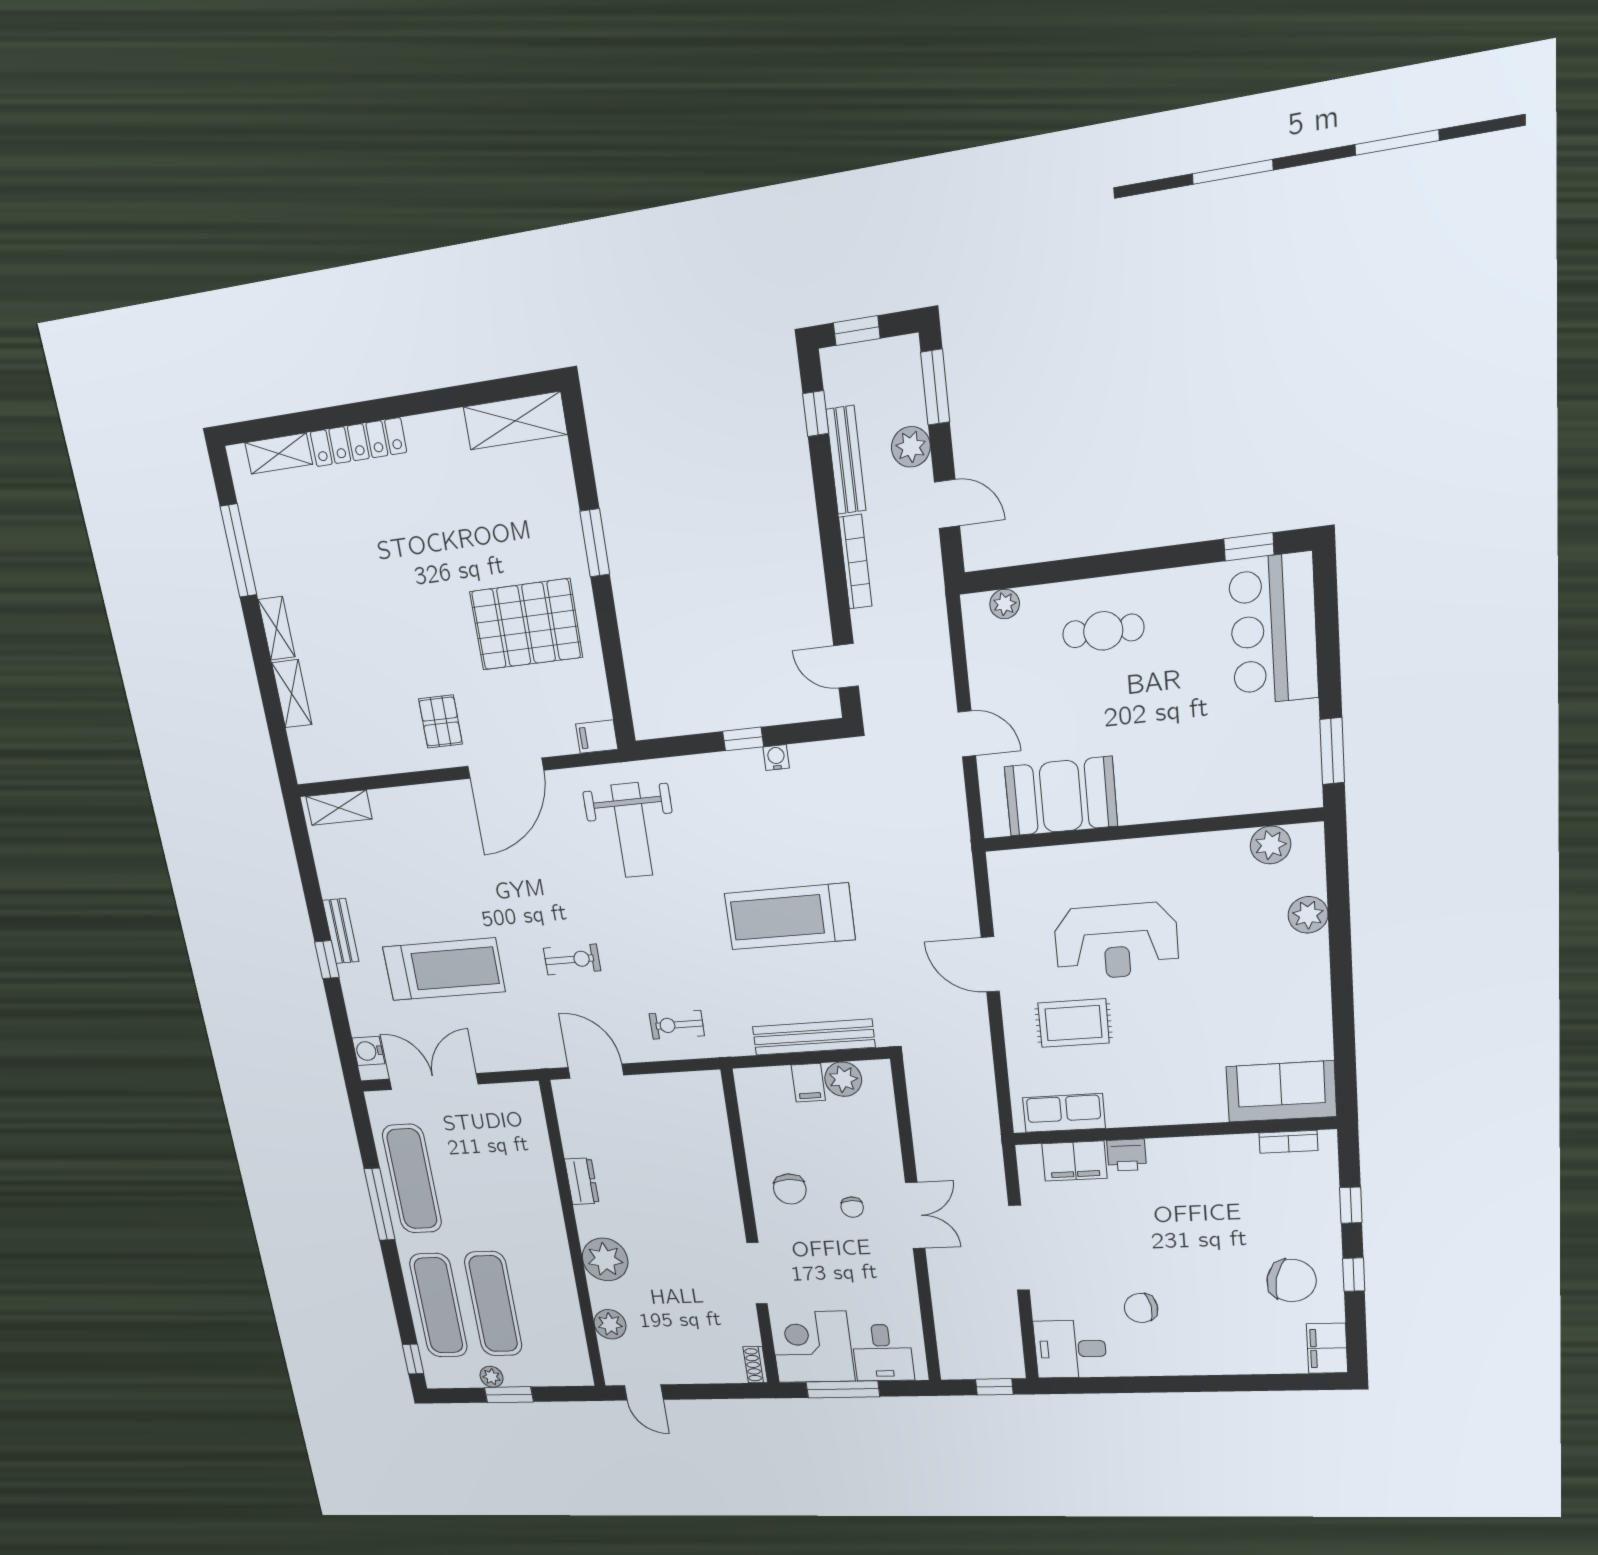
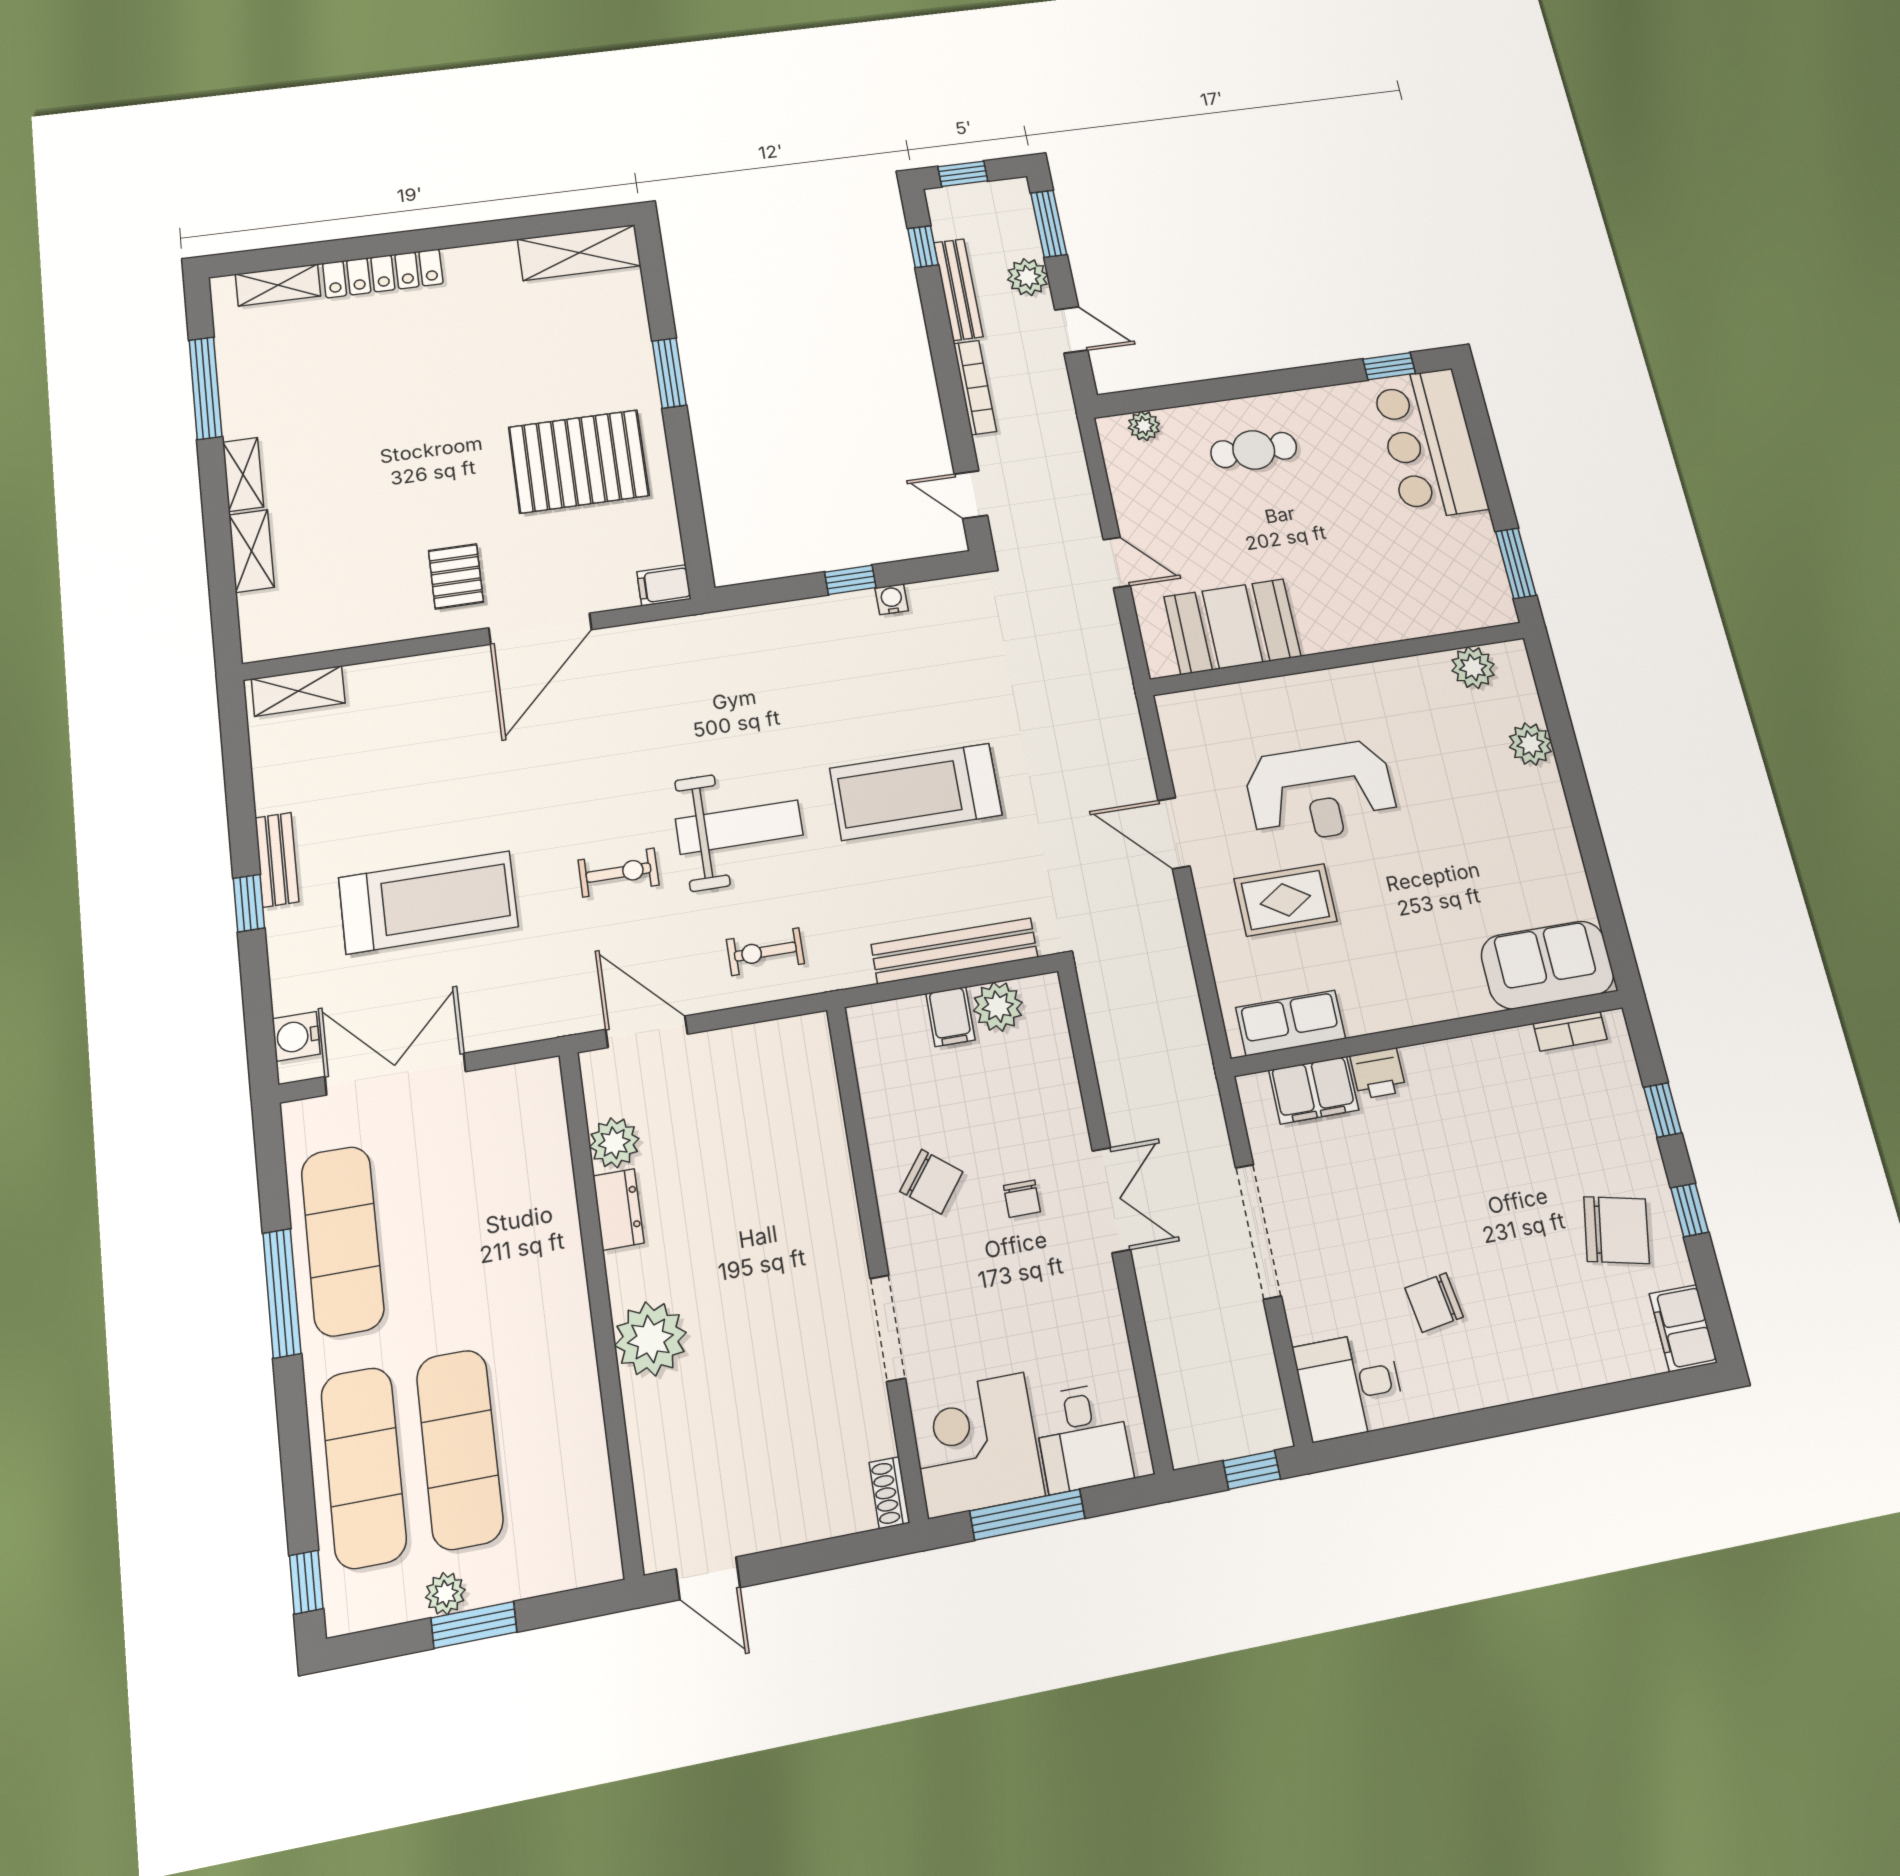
weight bench: (632, 830) -> (739, 827), moved, turned -90
chair: (790, 1189) -> (931, 1182), turned -52
plant: (610, 1324) -> (614, 1143), moved

